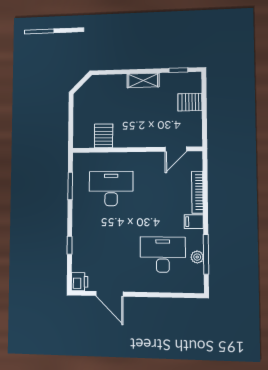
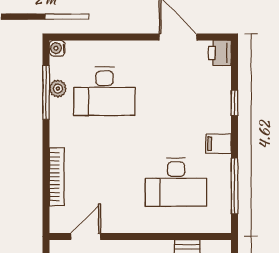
window: (70, 186) -> (235, 186), width x1.44
filing cabinet: (194, 222) -> (218, 144), moved, turned 180
water cooler: (198, 287) -> (57, 48), added

